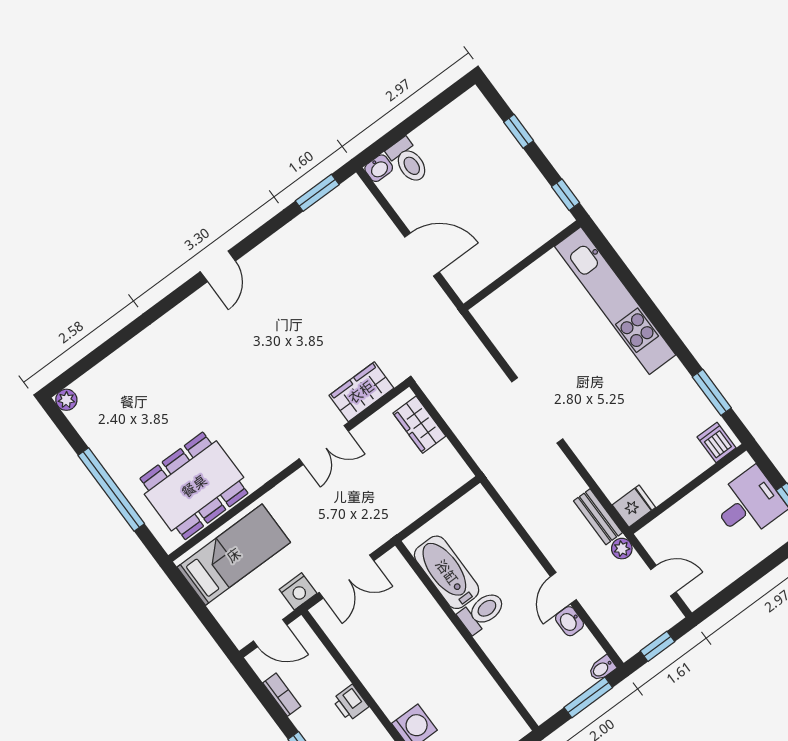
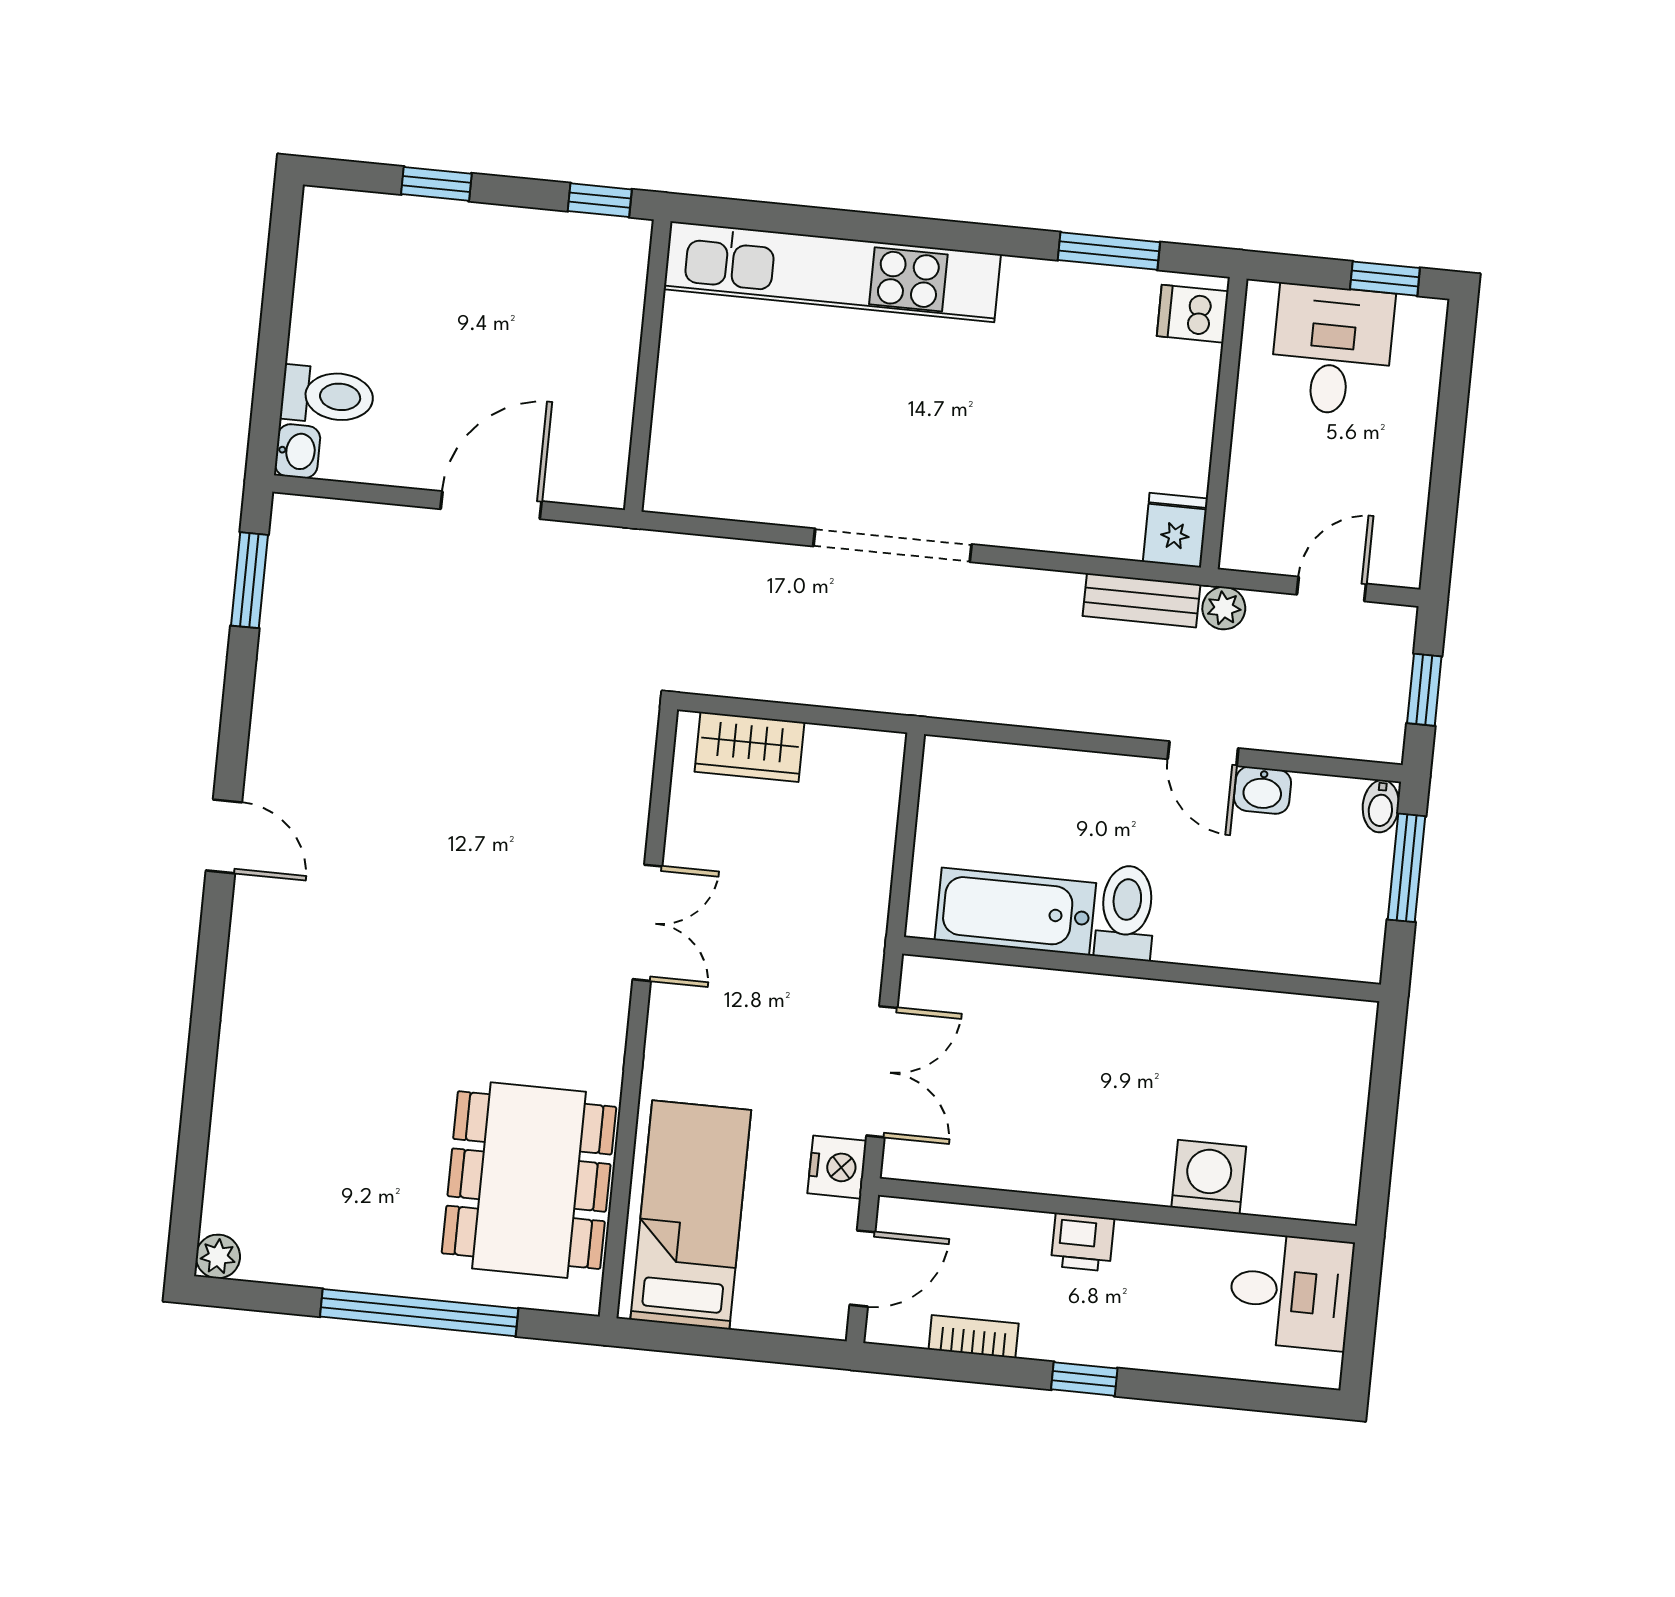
wardrobe: (361, 392) -> (618, 790), removed

